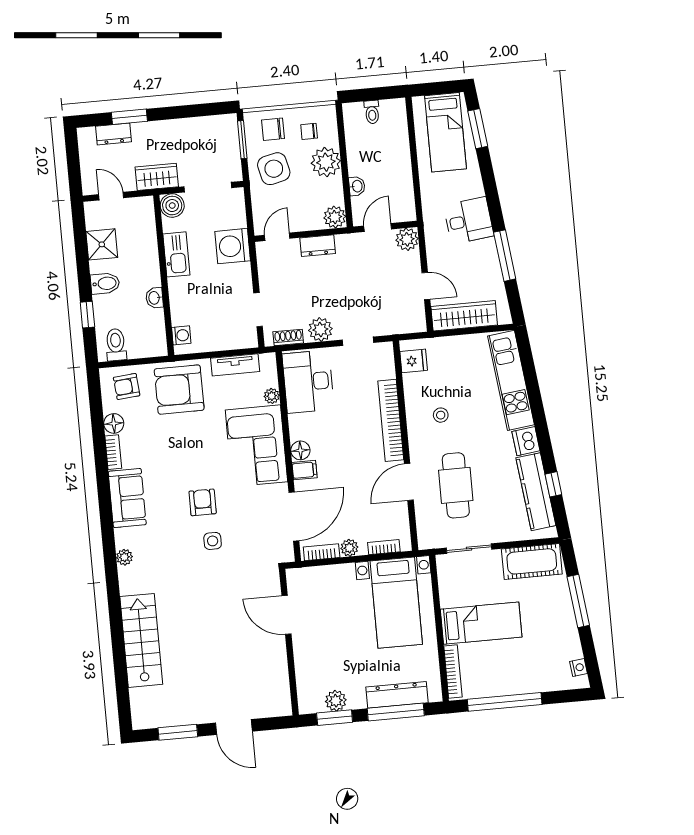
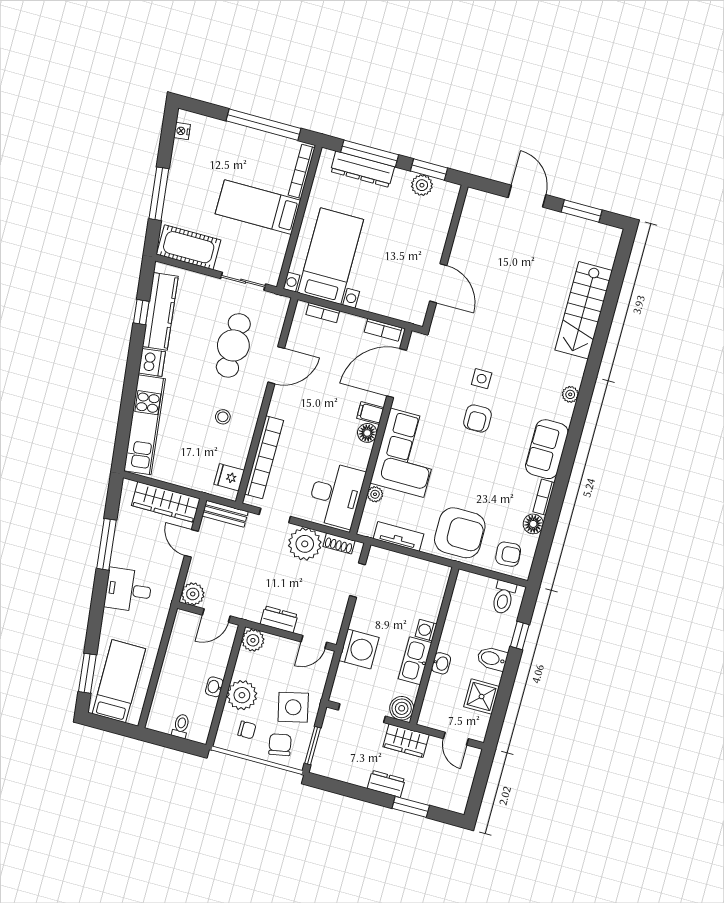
chair: (273, 129) -> (280, 745), turned -101
dresser: (114, 134) -> (386, 784), moved
washbasin: (357, 186) -> (214, 687), moved
washbasin: (154, 298) -> (441, 663), moved
bench: (405, 325) -> (225, 514), added
plant: (320, 329) -> (305, 544), width x1.36, depth x1.36
washing machine: (181, 335) -> (426, 630), moved
bookcase: (391, 420) -> (264, 457), moved
plant: (349, 548) -> (355, 324), removed

